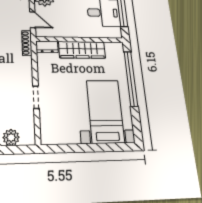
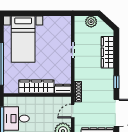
door: (33, 20) -> (73, 111), hinge flipped

